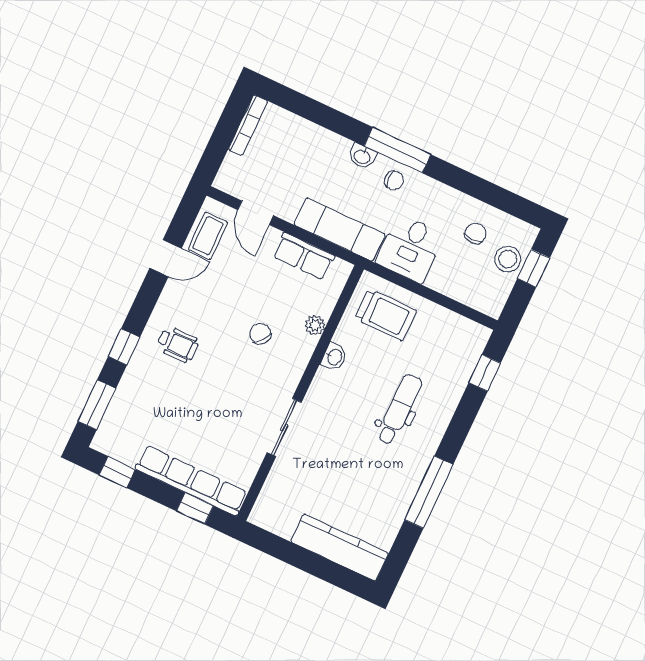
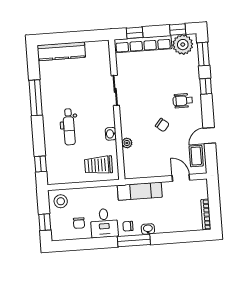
desk: (410, 248) -> (104, 223), moved, turned 180
row of seats: (304, 256) -> (149, 171), removed
stool: (508, 259) -> (61, 201), moved
chair: (260, 334) -> (162, 125), moved
plant: (123, 441) -> (183, 45), added

